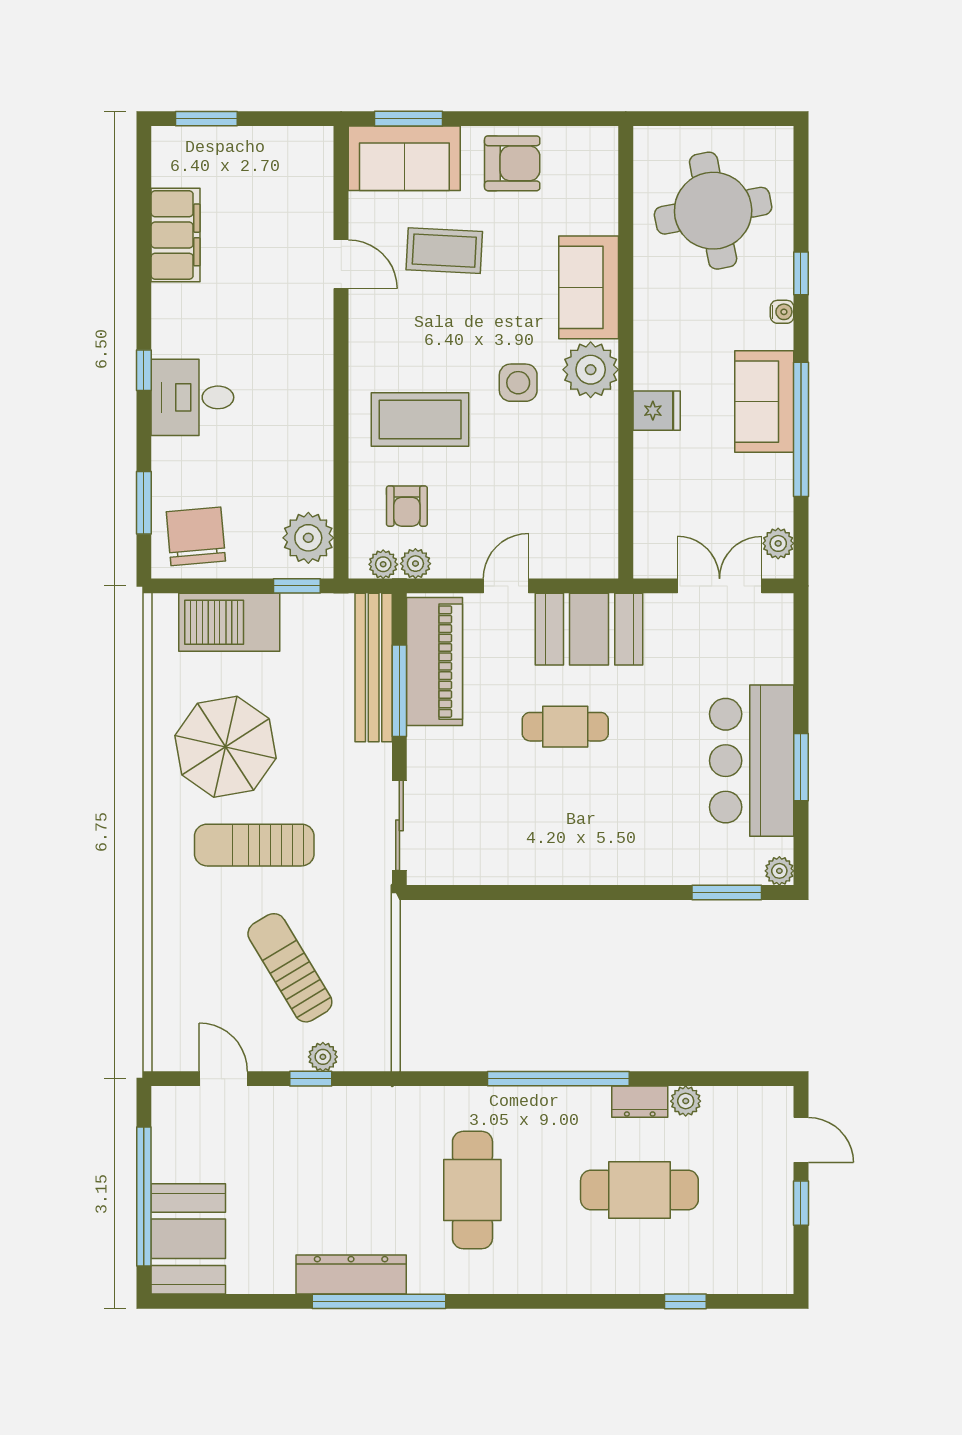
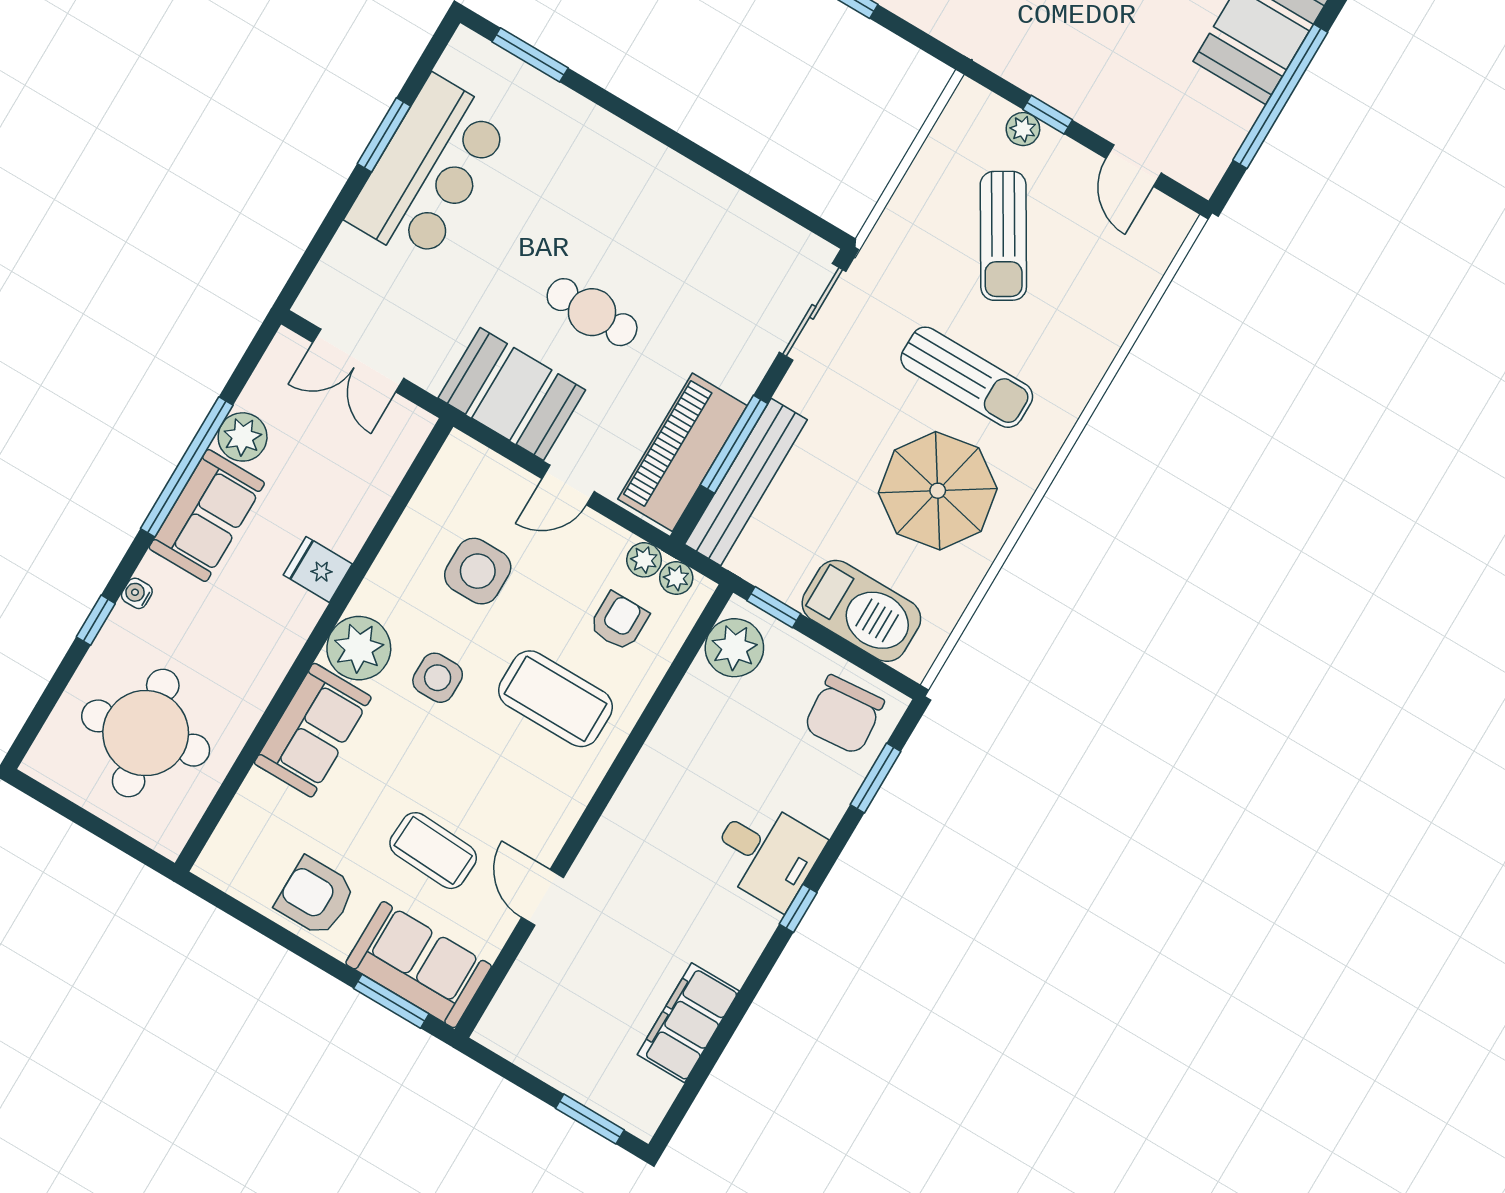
side table: (536, 481) -> (478, 571), added
plant: (778, 543) -> (243, 437), moved, width x1.38, depth x1.38
plant: (779, 871) -> (466, 45), removed

